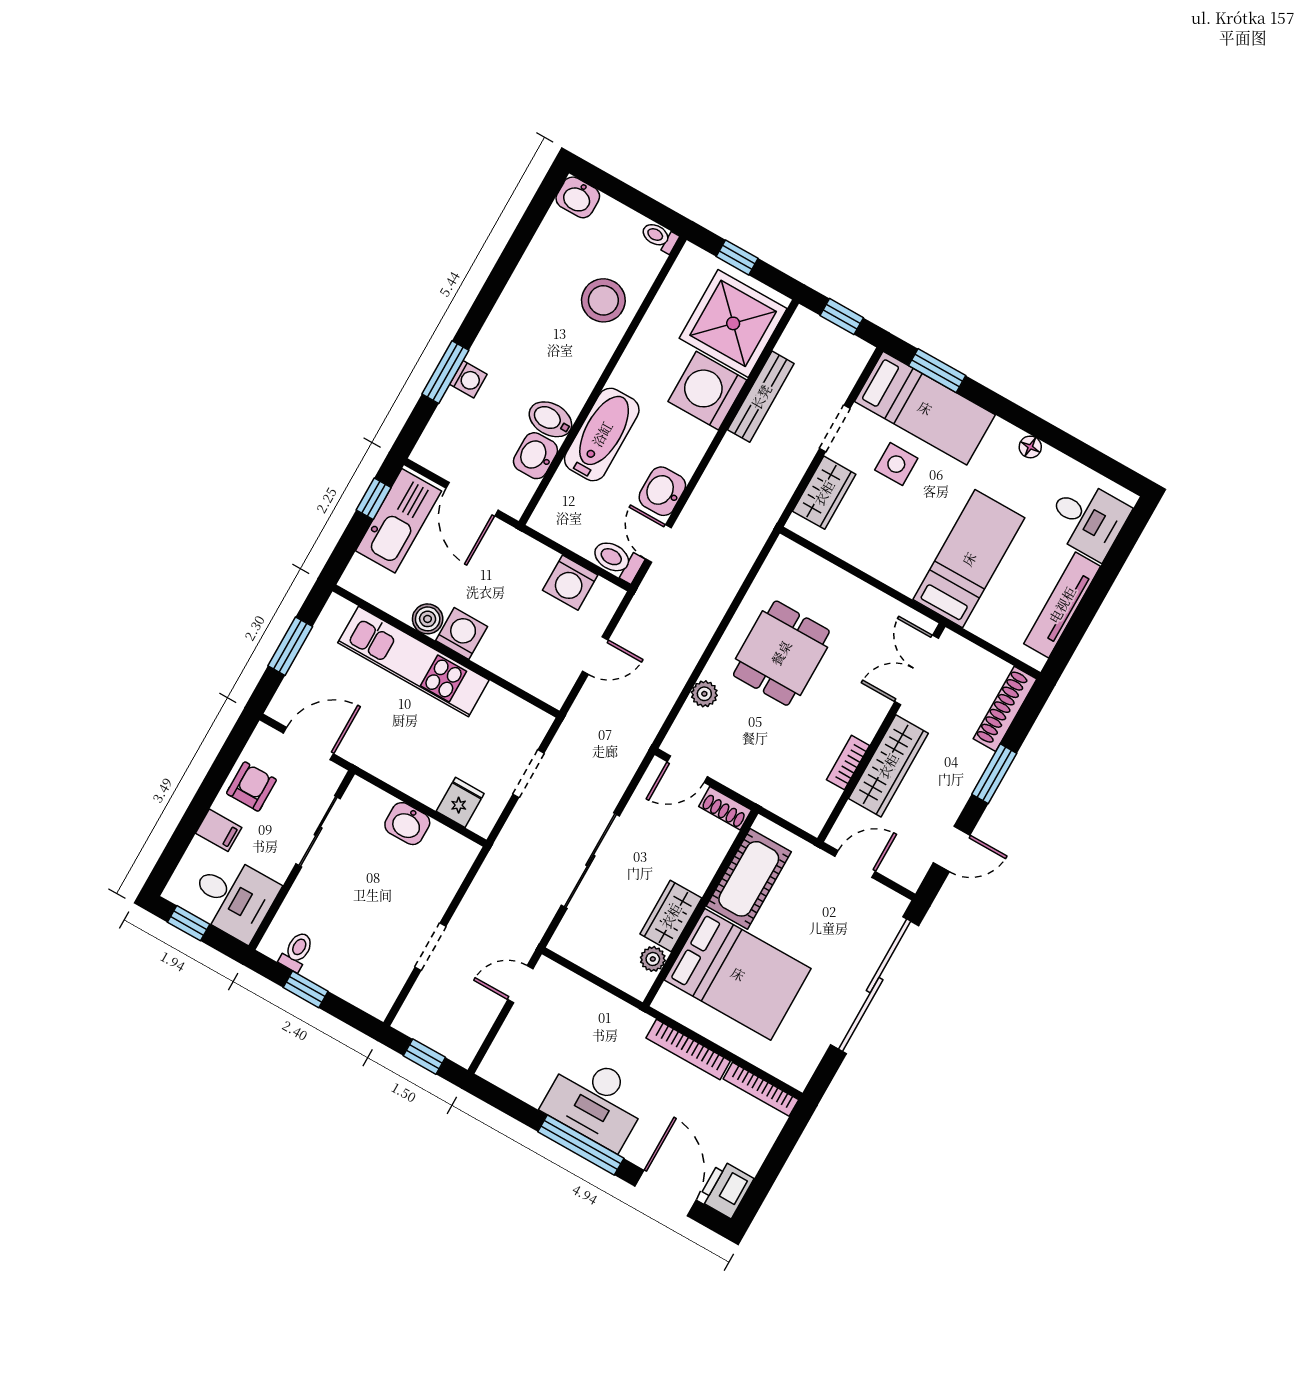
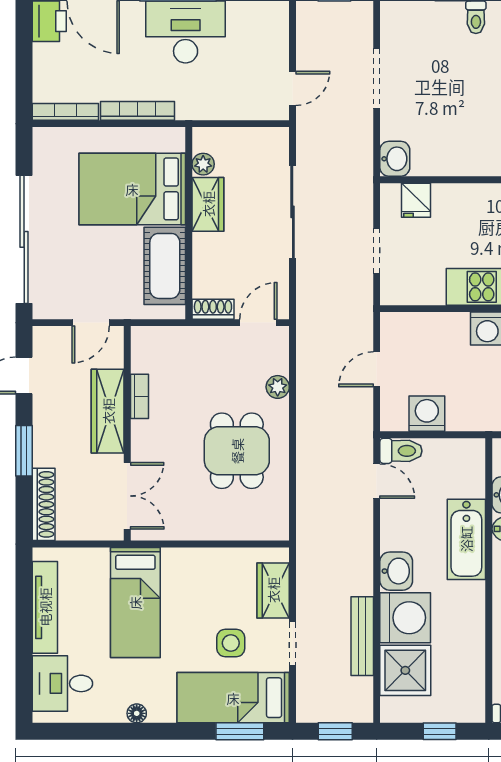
shower: (733, 323) -> (405, 670), width x0.73, depth x0.73
washbasin: (662, 491) -> (396, 571), moved
washbasin: (407, 824) -> (395, 159), moved, turned 90
doorway: (431, 947) -> (377, 78), width x1.38

